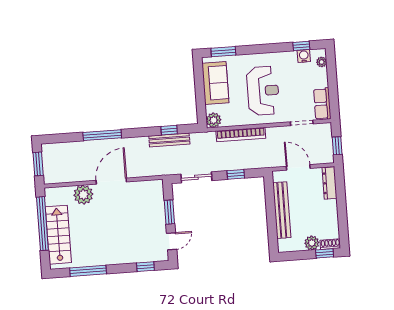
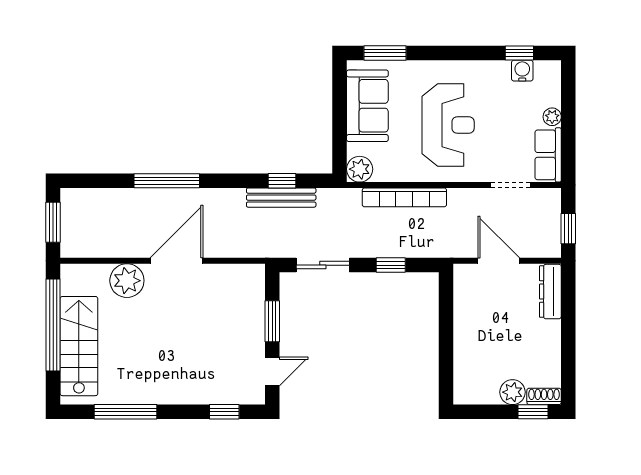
plant: (322, 62) -> (552, 117), moved
bench: (282, 210) -> (465, 332), removed

